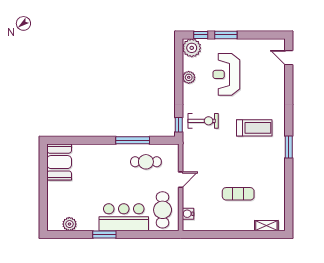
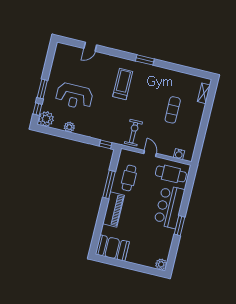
door: (289, 58) -> (90, 47), moved
exercise bike: (203, 121) -> (133, 133), moved
piano: (105, 153) -> (113, 209), added
plant: (69, 224) -> (161, 264), moved

